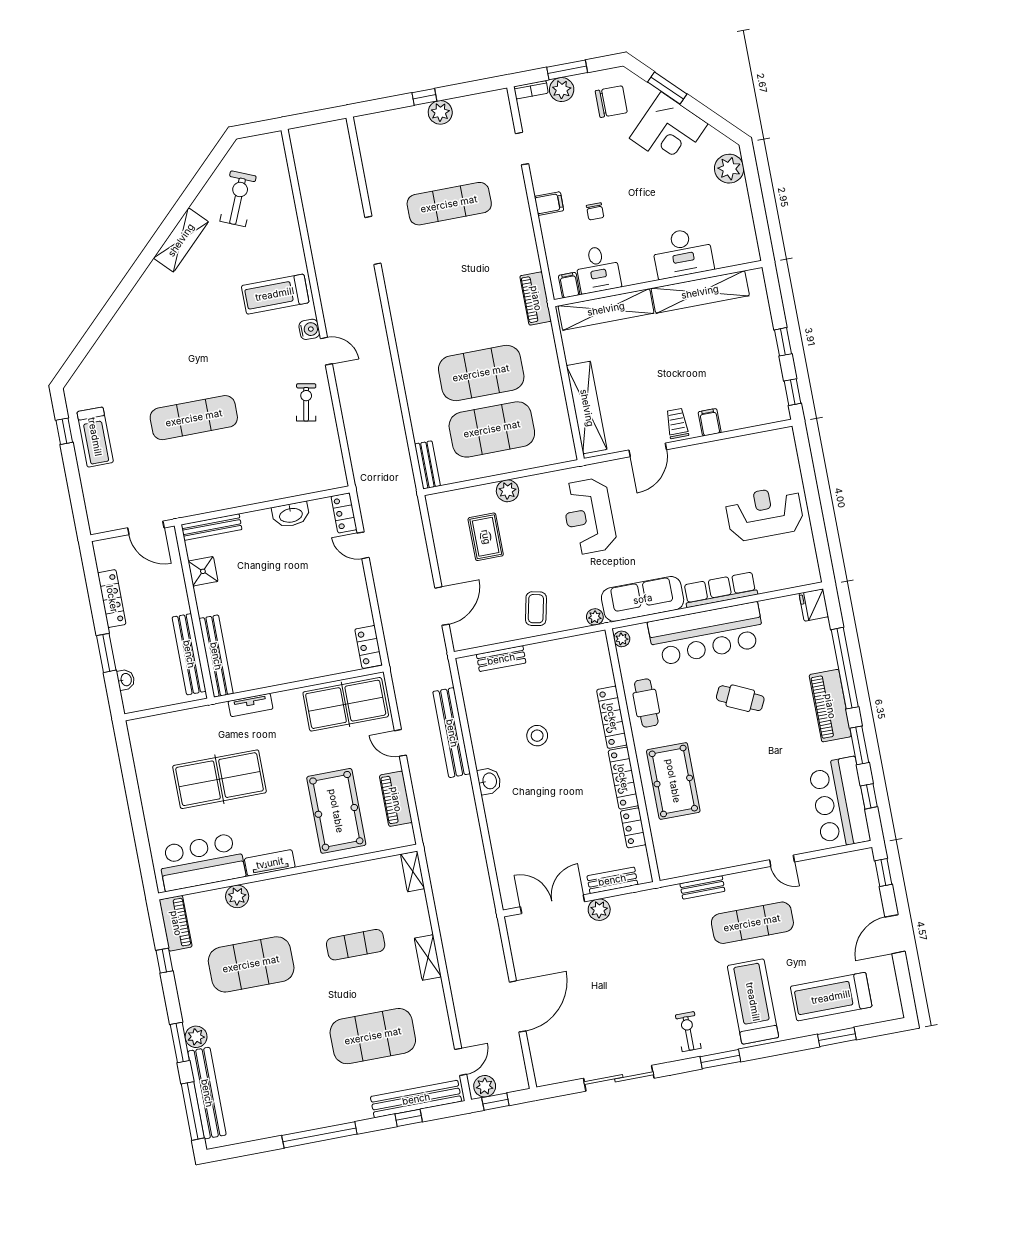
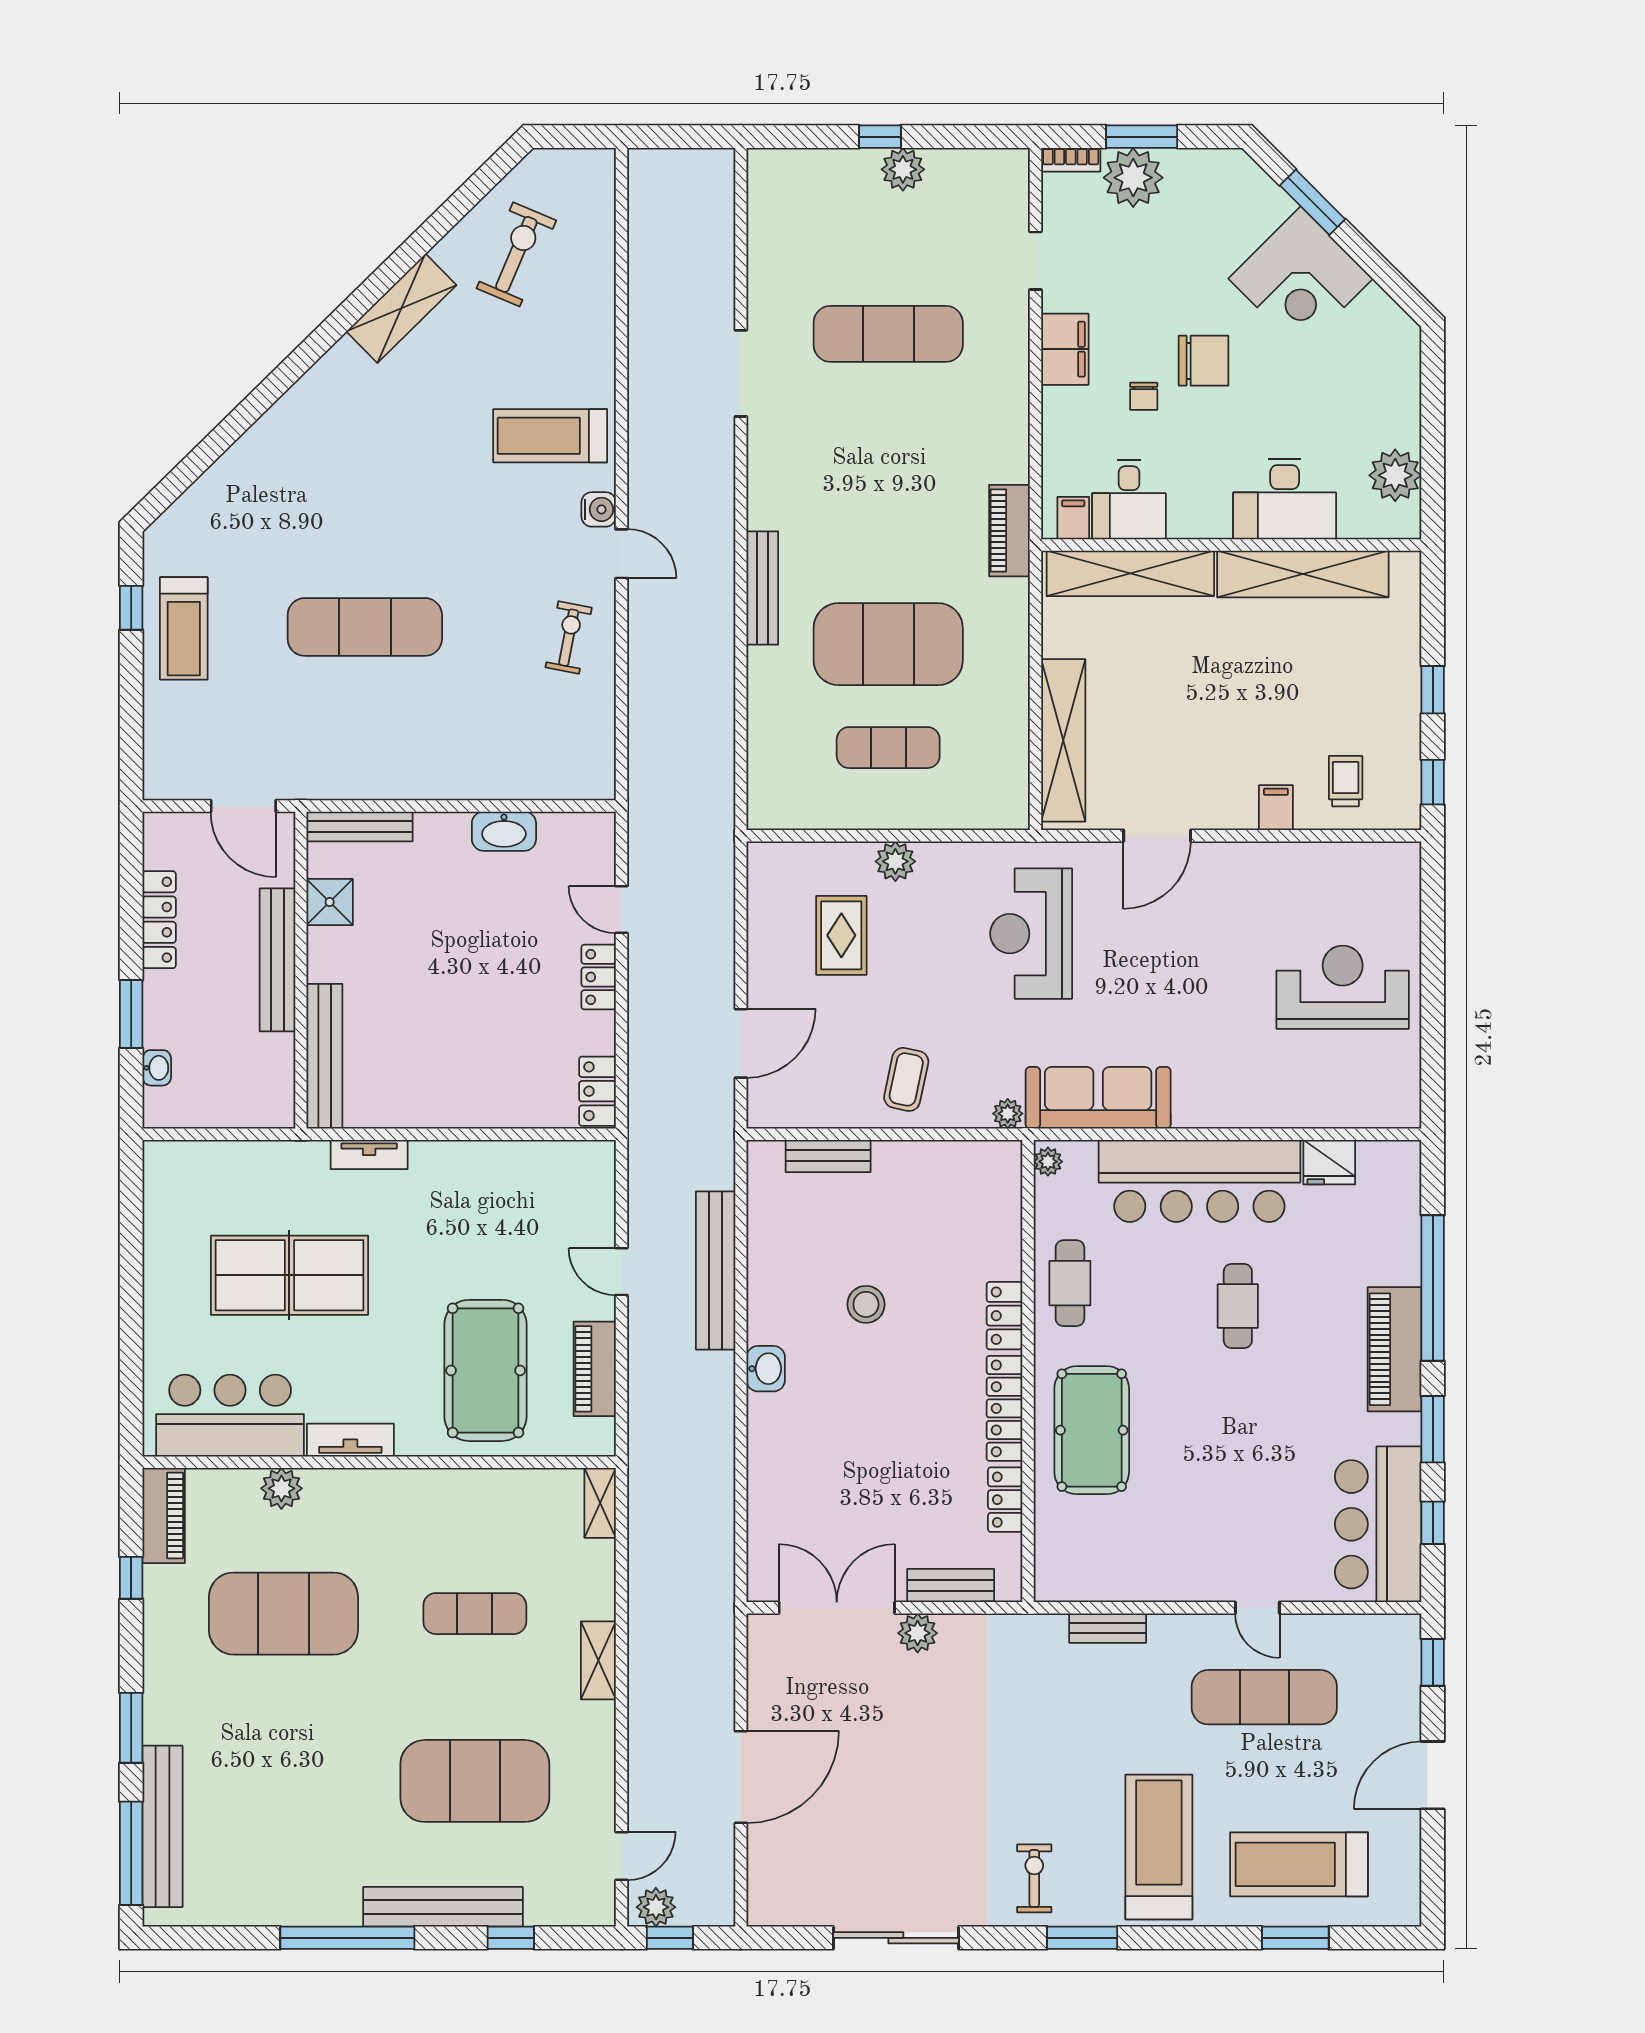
plant: (562, 90) -> (1133, 178), width x1.36, depth x1.36
chair: (611, 102) -> (1204, 361), moved
plant: (729, 169) -> (1395, 475), moved
filing cabinet: (549, 204) -> (1065, 349), width x2.00
trolley: (677, 423) -> (1346, 781), moved
exercise mat: (492, 429) -> (888, 748), width x0.50, depth x0.69
bench: (427, 465) -> (762, 588), moved, width x1.36
locker: (344, 513) -> (599, 977), moved
row of seats: (720, 590) -> (1239, 1108), removed
fridge: (814, 605) -> (1329, 1162), moved, turned -90
bench: (189, 654) -> (277, 960), moved
cafe table: (740, 698) -> (1238, 1306), turned 65
table tennis table: (346, 704) -> (538, 1185), removed
locker: (612, 717) -> (1004, 1316), width x0.66
exercise mat: (752, 923) -> (1264, 1697), moved
plant: (196, 1037) -> (162, 1723), removed
bench: (416, 1099) -> (443, 1907), moved

